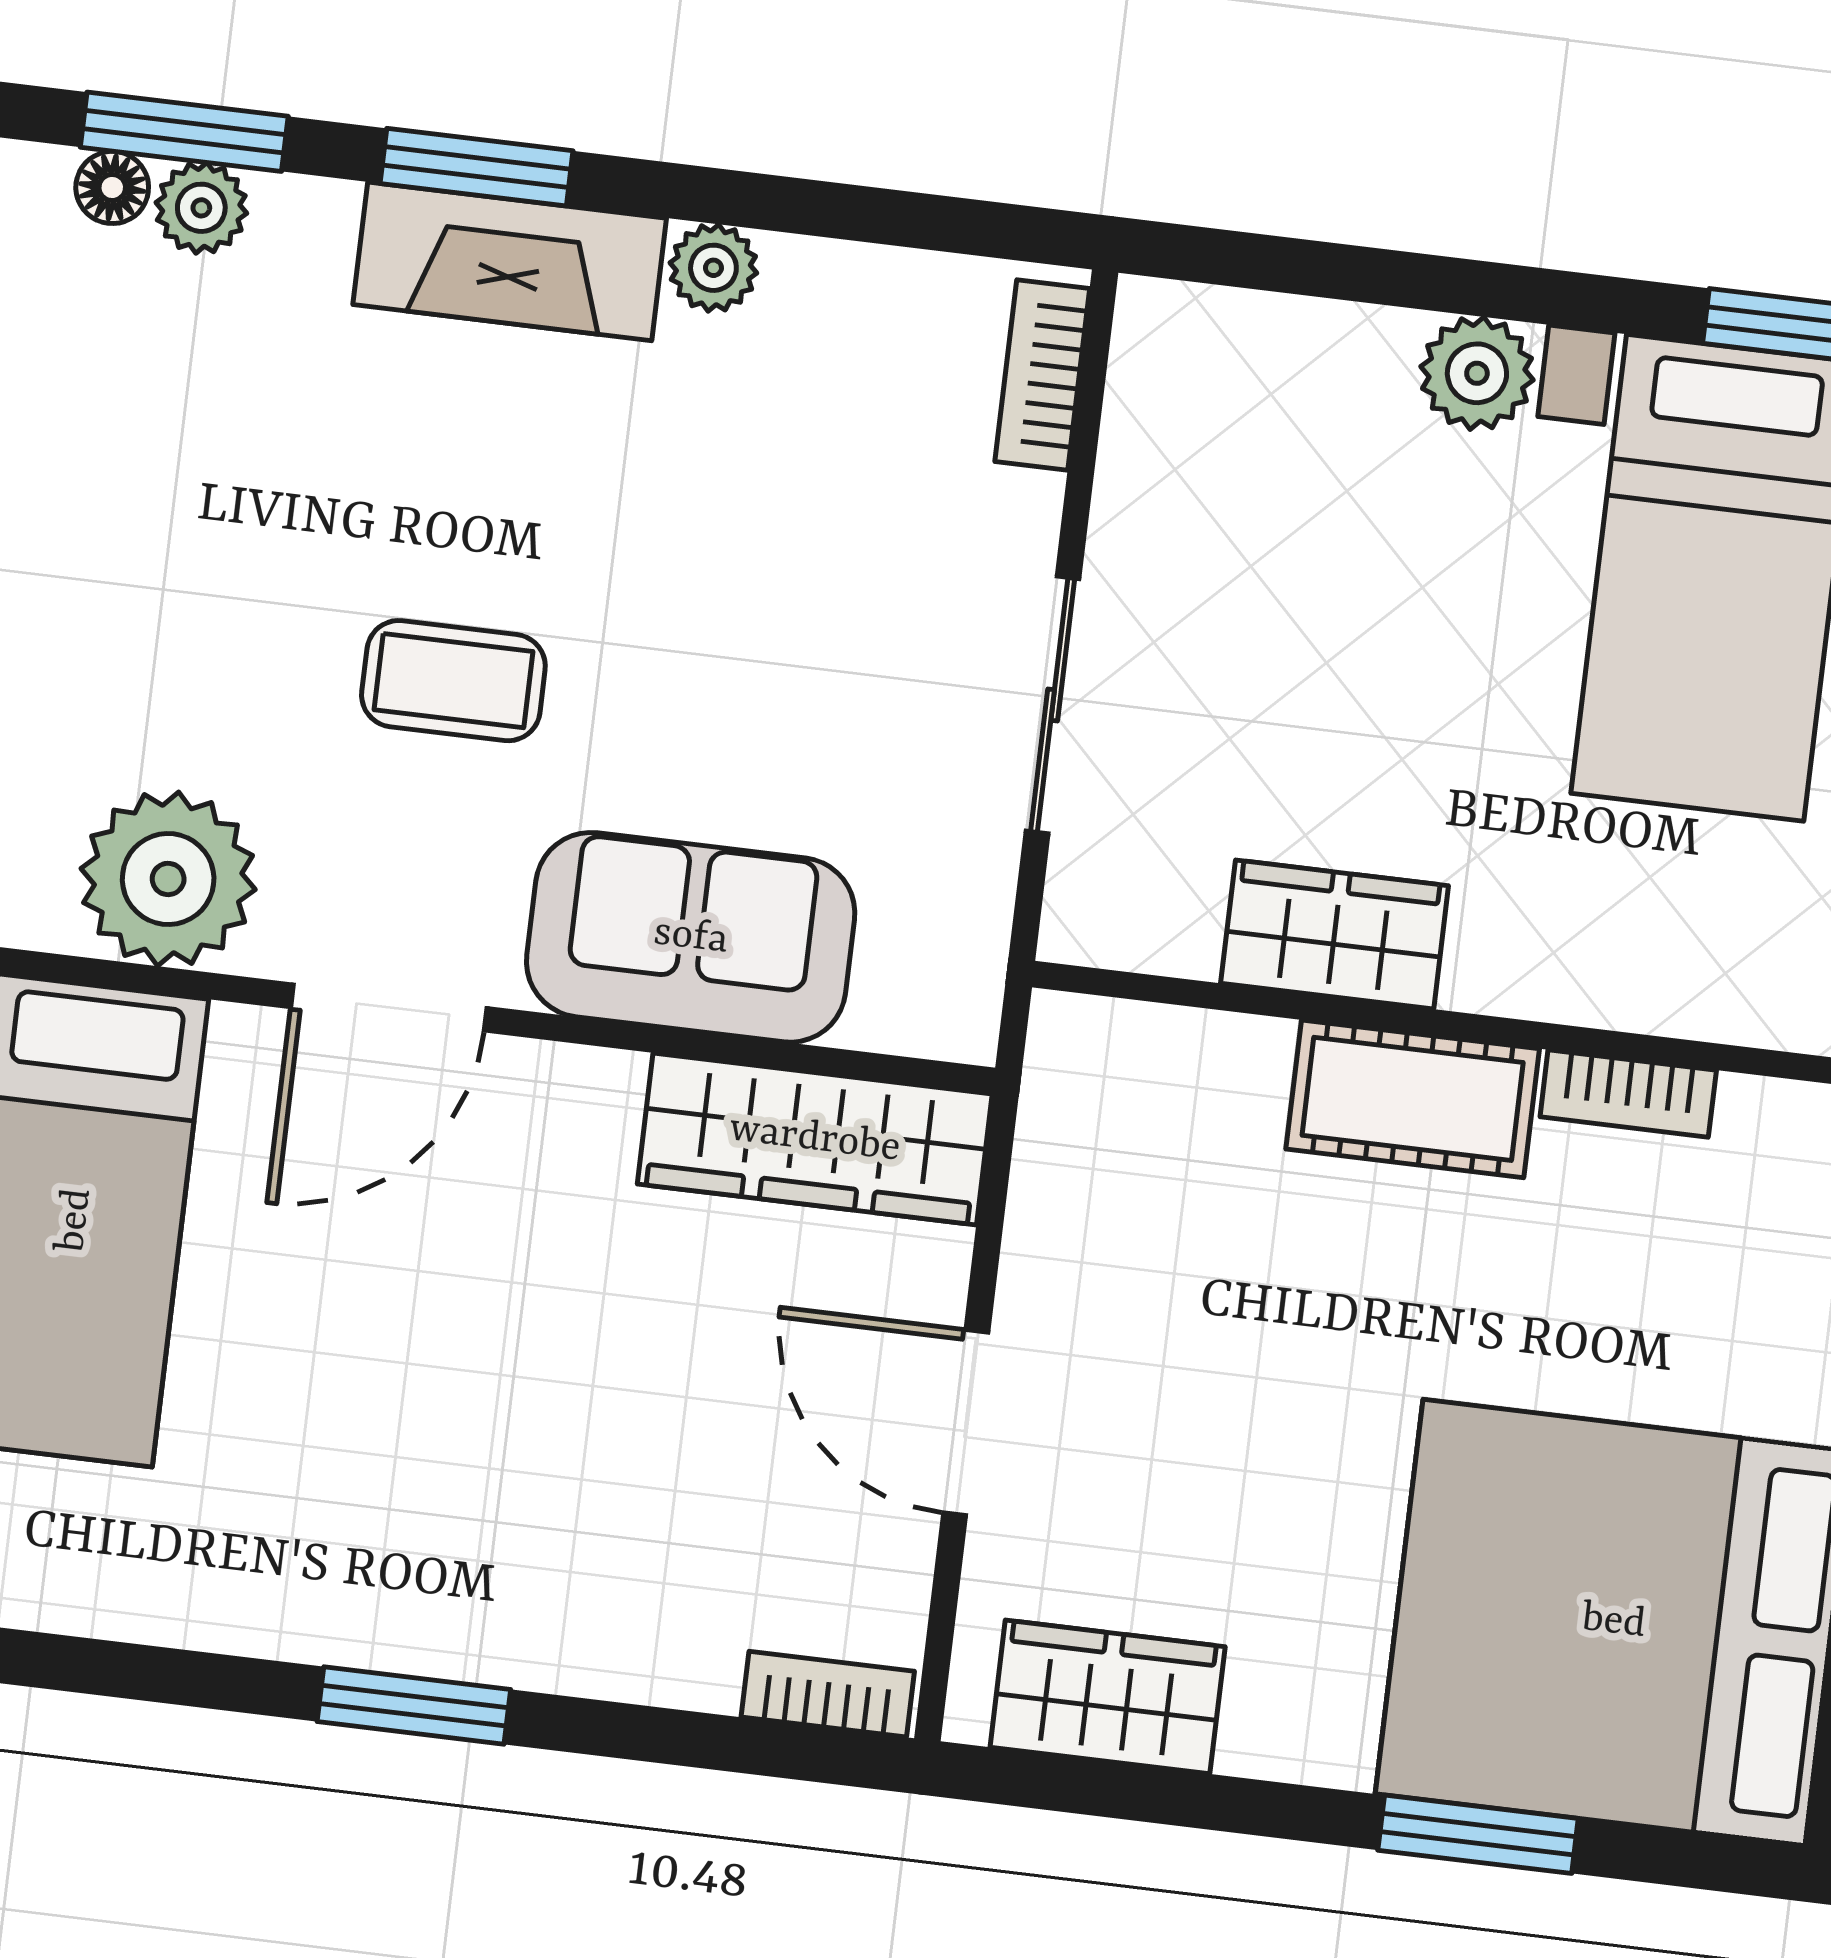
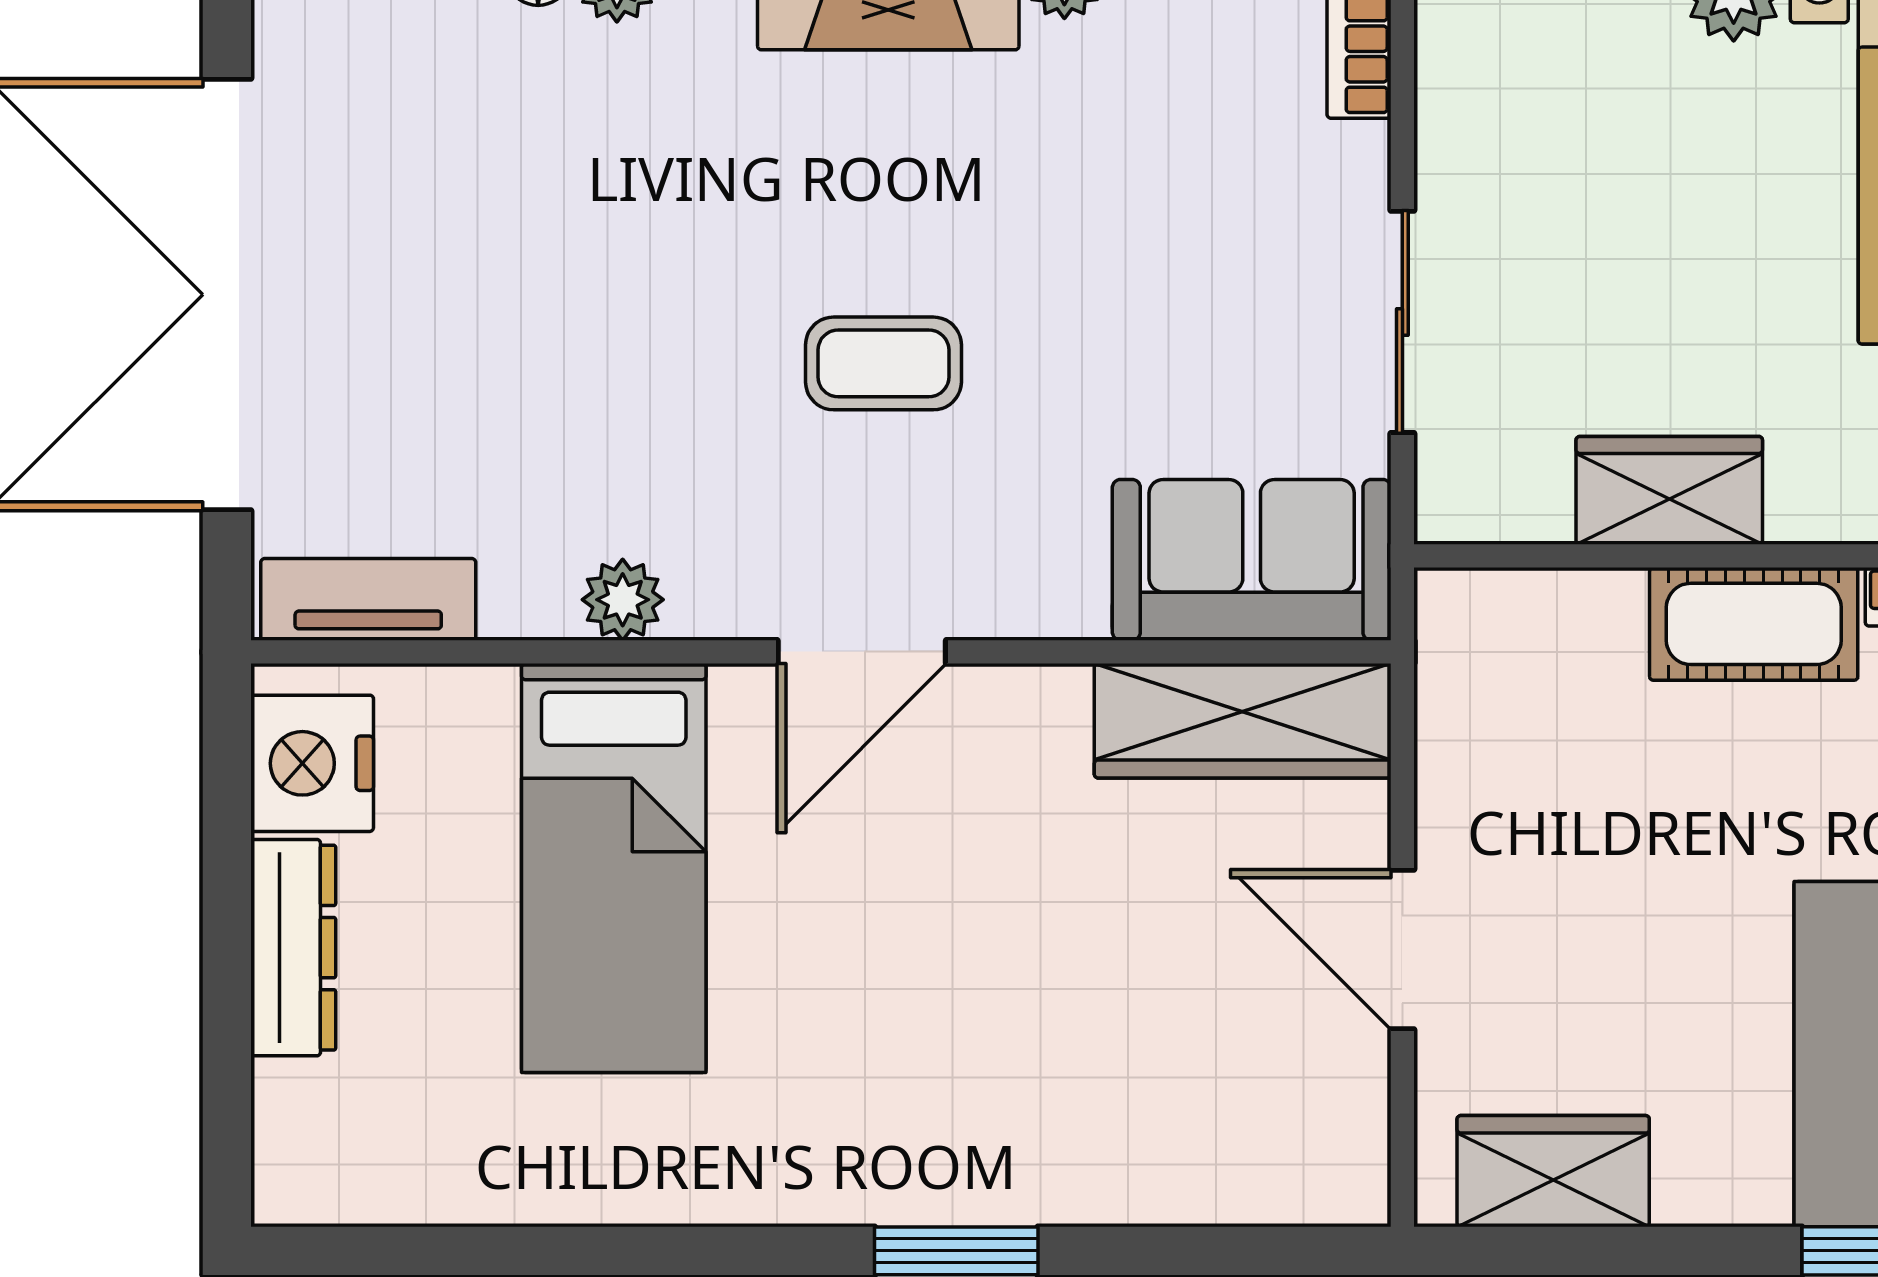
plant: (168, 879) -> (623, 600), width x0.53, depth x0.53
sofa: (691, 937) -> (1252, 560), moved
bookcase: (828, 1694) -> (1312, 1198), removed

